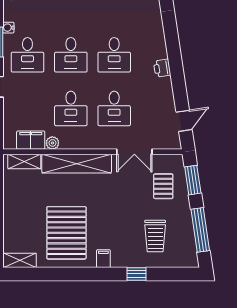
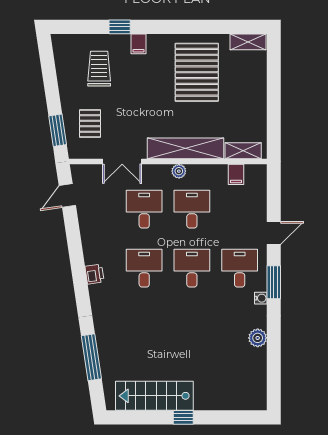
printer: (162, 68) -> (94, 274), moved
filing cabinet: (31, 140) -> (236, 174), width x0.50
plant: (52, 143) -> (179, 171), moved
double door: (134, 152) -> (122, 161), swing flipped
window: (200, 230) -> (49, 75), removed
filing cabinet: (103, 259) -> (139, 44), moved

